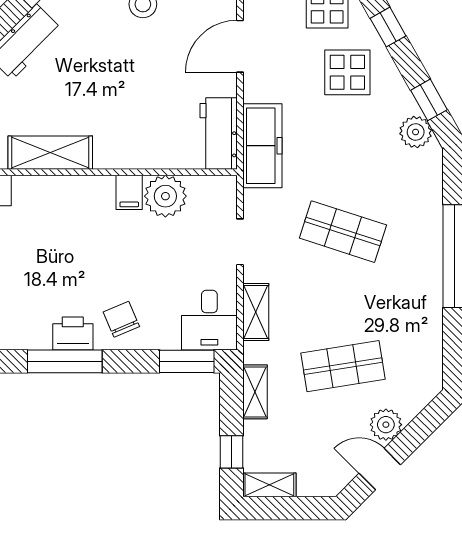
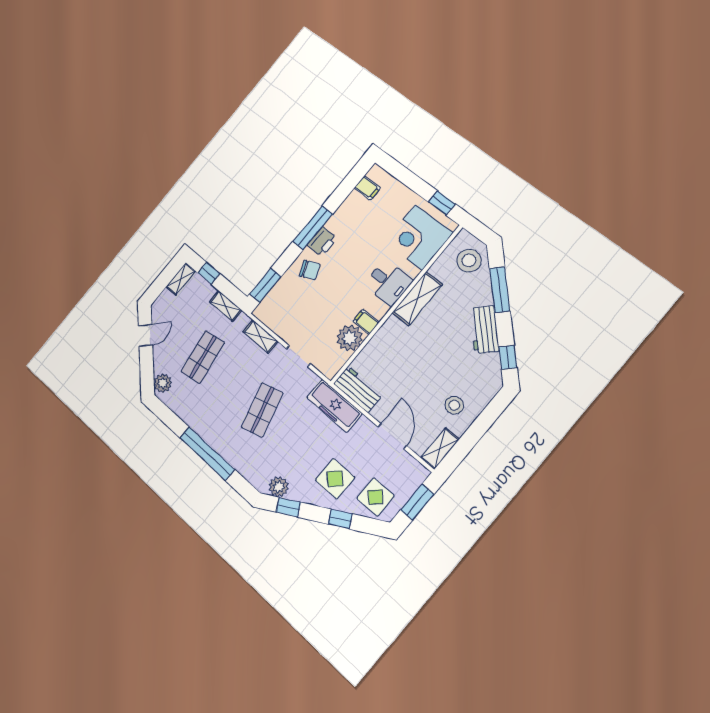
shop shelf: (343, 232) -> (262, 410), turned -33
desk: (209, 320) -> (388, 283), moved, turned 180
plant: (386, 425) -> (163, 383), moved

